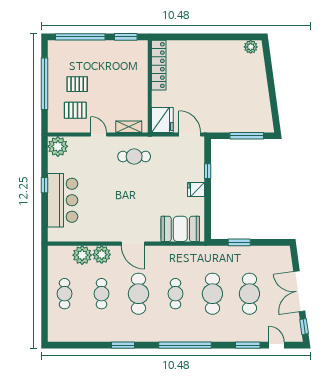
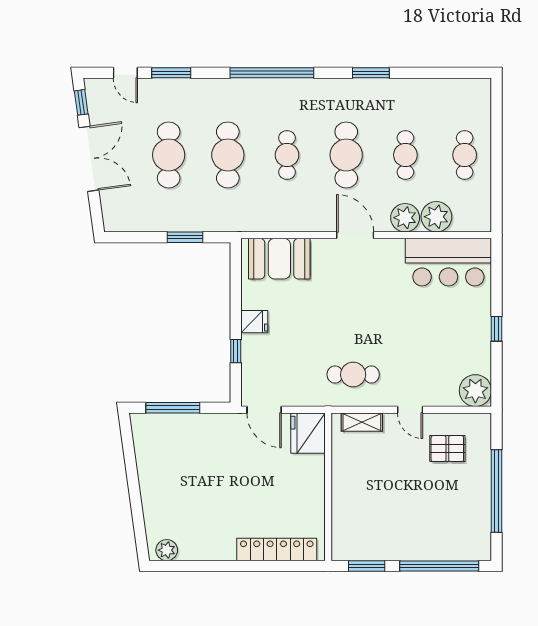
locker: (159, 65) -> (277, 549), moved, turned 90
pallet: (77, 84) -> (444, 490), removed
bar counter: (63, 200) -> (448, 262), moved, turned -90

